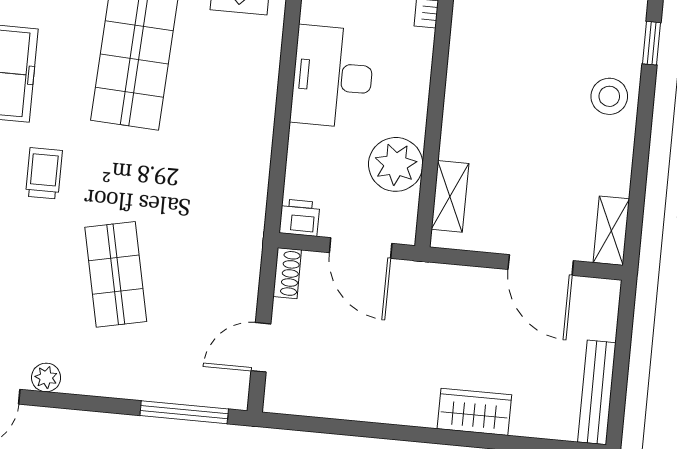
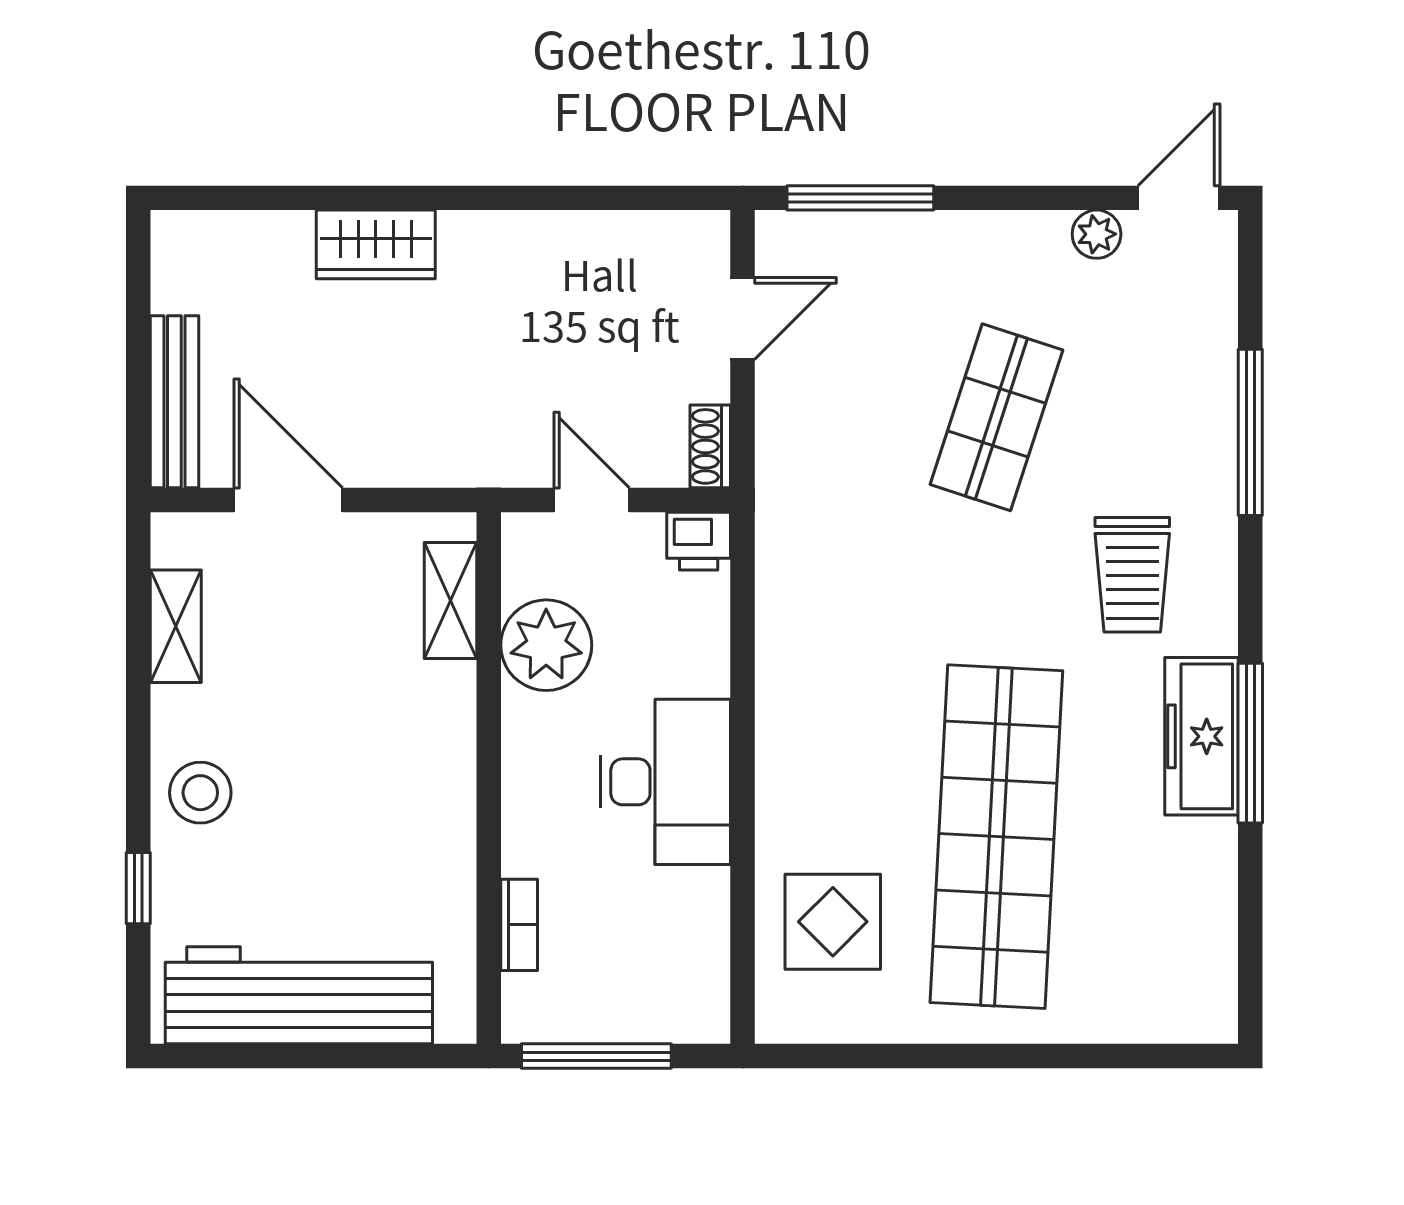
trolley: (44, 173) -> (1132, 575), width x1.36, depth x1.39
shelving: (611, 231) -> (176, 626), moved
door: (361, 248) -> (592, 500), width x0.73
shop shelf: (116, 274) -> (996, 417), turned 30
bench: (597, 392) -> (174, 402), moved

